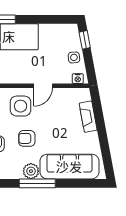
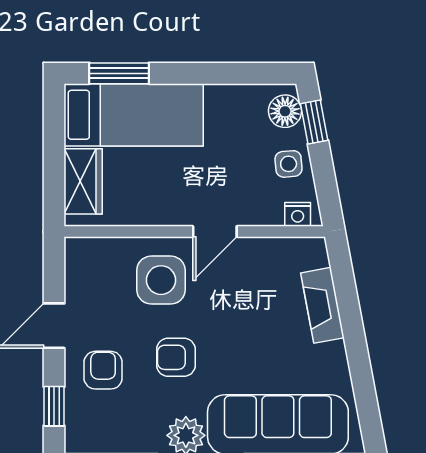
floor lamp: (72, 35) -> (285, 111), added

